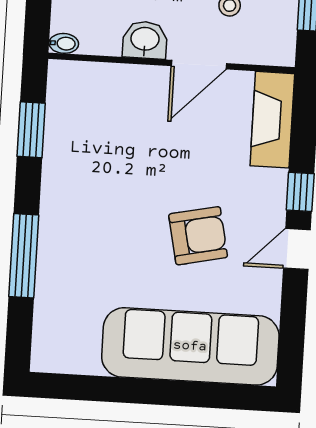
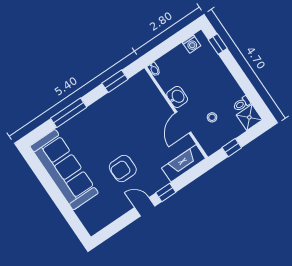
door: (199, 65) -> (183, 123), hinge flipped
armchair: (198, 236) -> (123, 168), turned 102
sofa: (190, 346) -> (64, 170), moved

